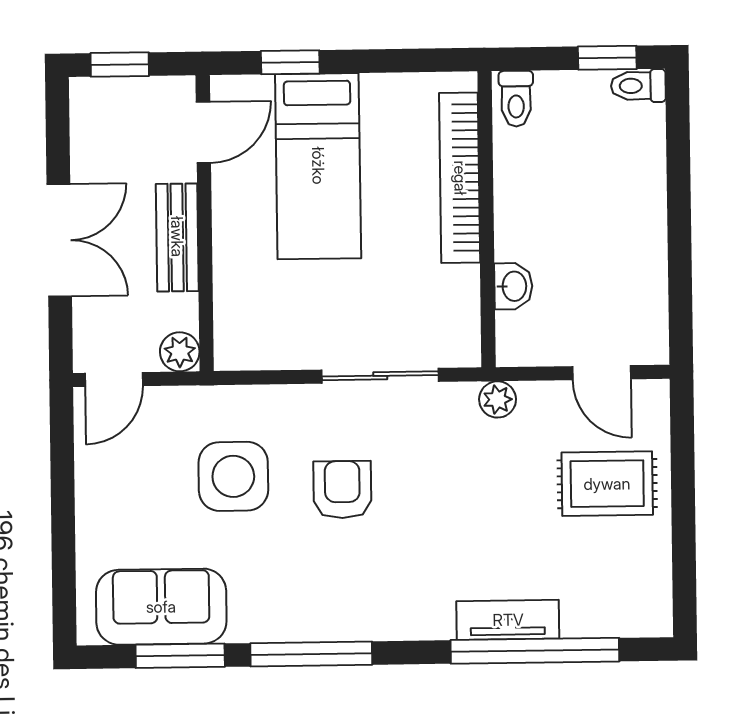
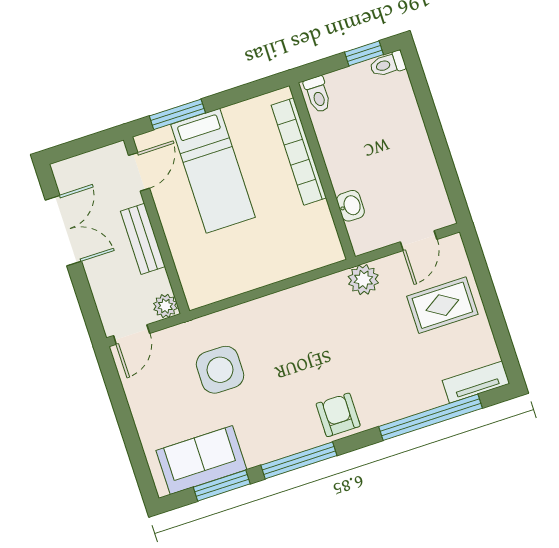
window: (290, 62) -> (177, 114), width x1.50
window: (120, 65) -> (77, 147), removed
double door: (59, 240) -> (63, 231), moved
door: (602, 373) -> (419, 241), hinge flipped
sliding door: (380, 376) -> (288, 283), removed
plant: (498, 399) -> (363, 280), width x1.38, depth x1.38
armchair: (342, 490) -> (338, 415), moved
tv unit: (508, 620) -> (476, 382), moved

